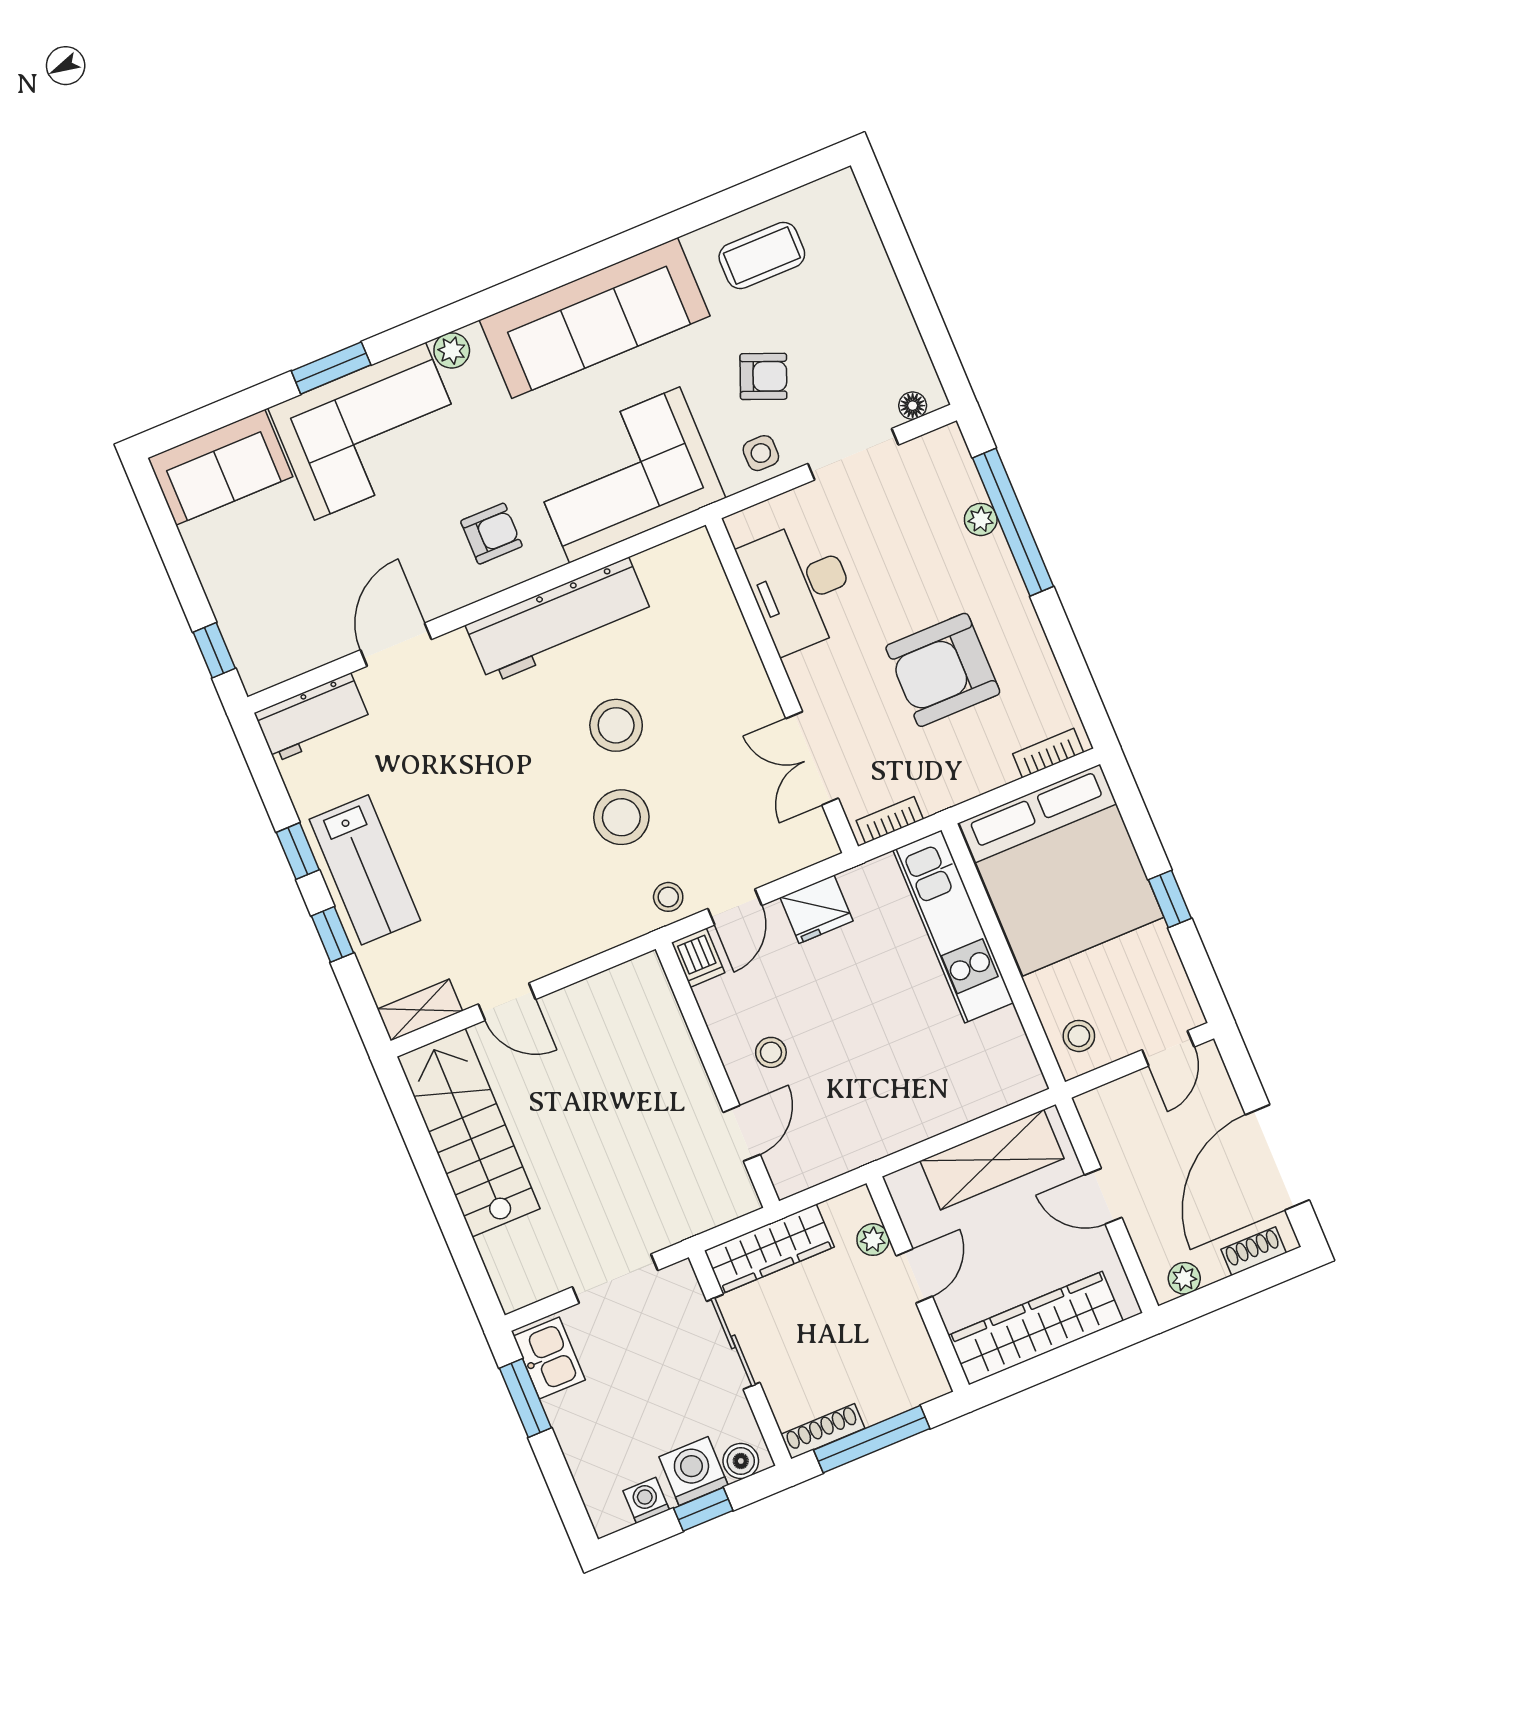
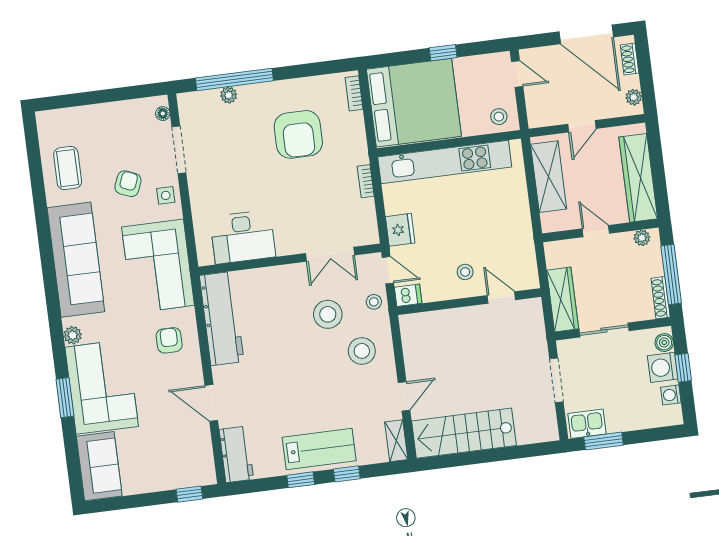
desk: (800, 586) -> (243, 237), moved
wall: (782, 686) -> (290, 259), moved
stool: (616, 725) -> (362, 351), moved
double door: (812, 758) -> (330, 254), moved
kitchen unit: (953, 926) -> (445, 162), width x1.36
plant: (873, 1240) -> (642, 238), moved

